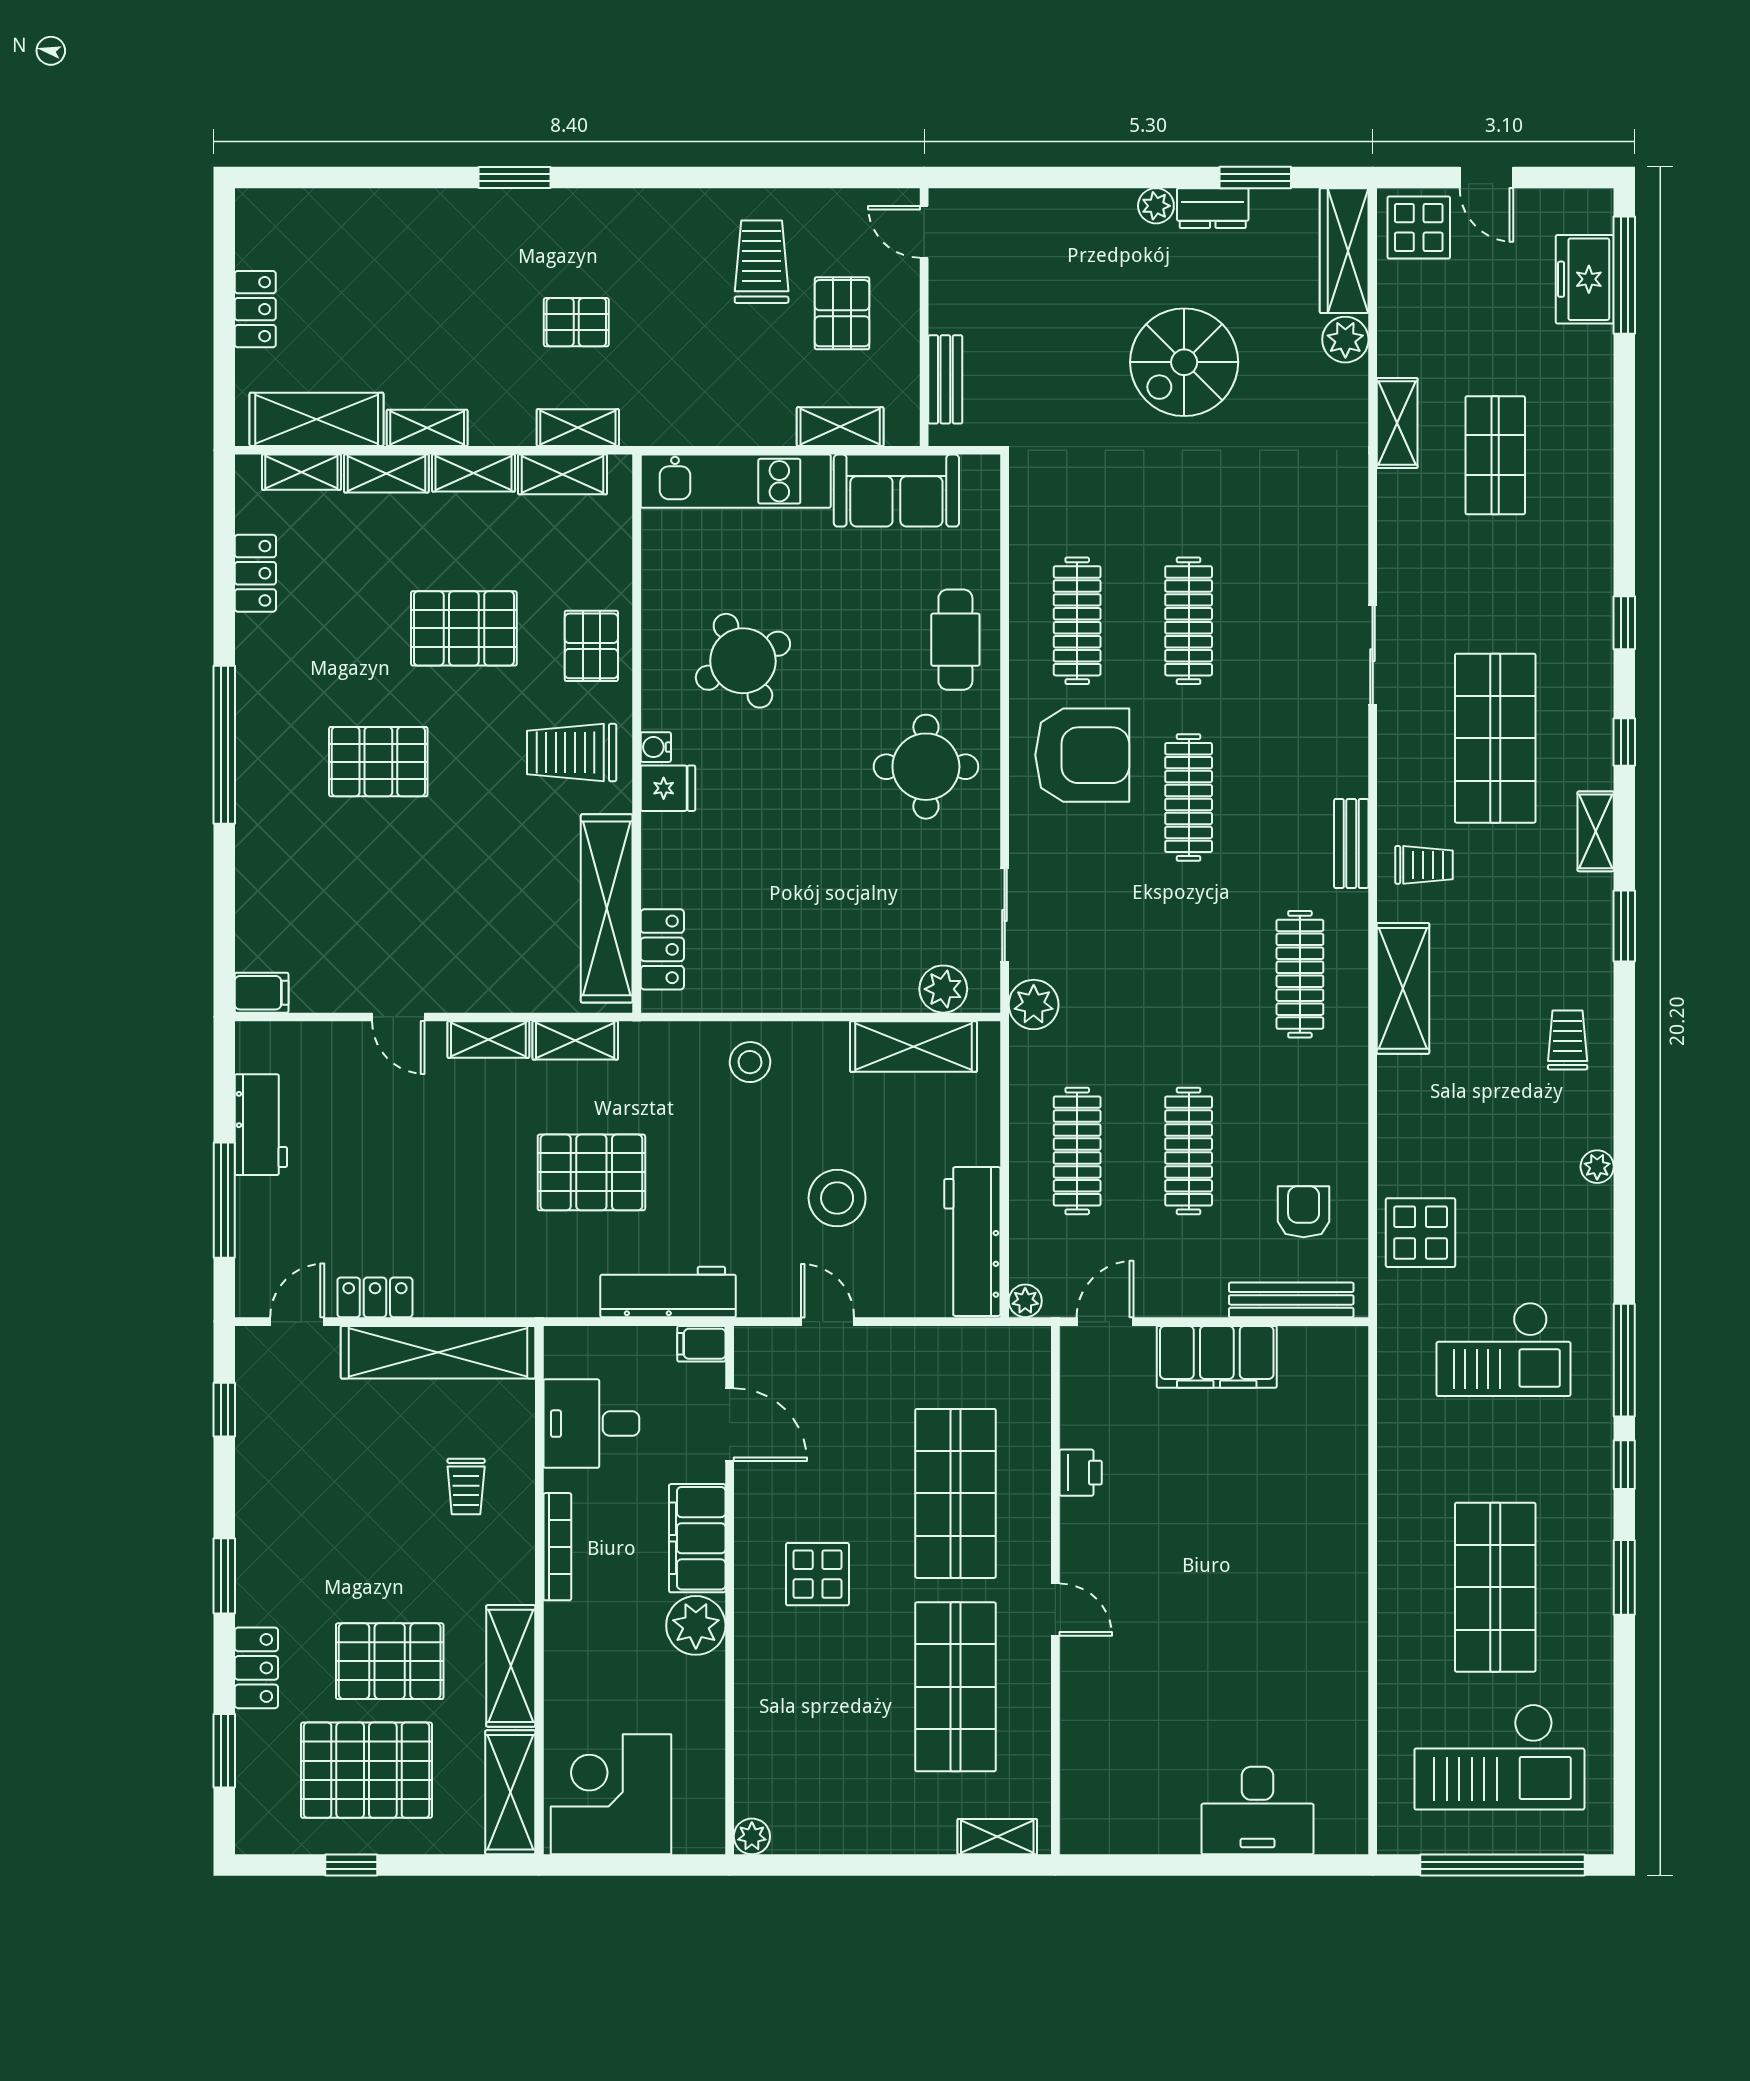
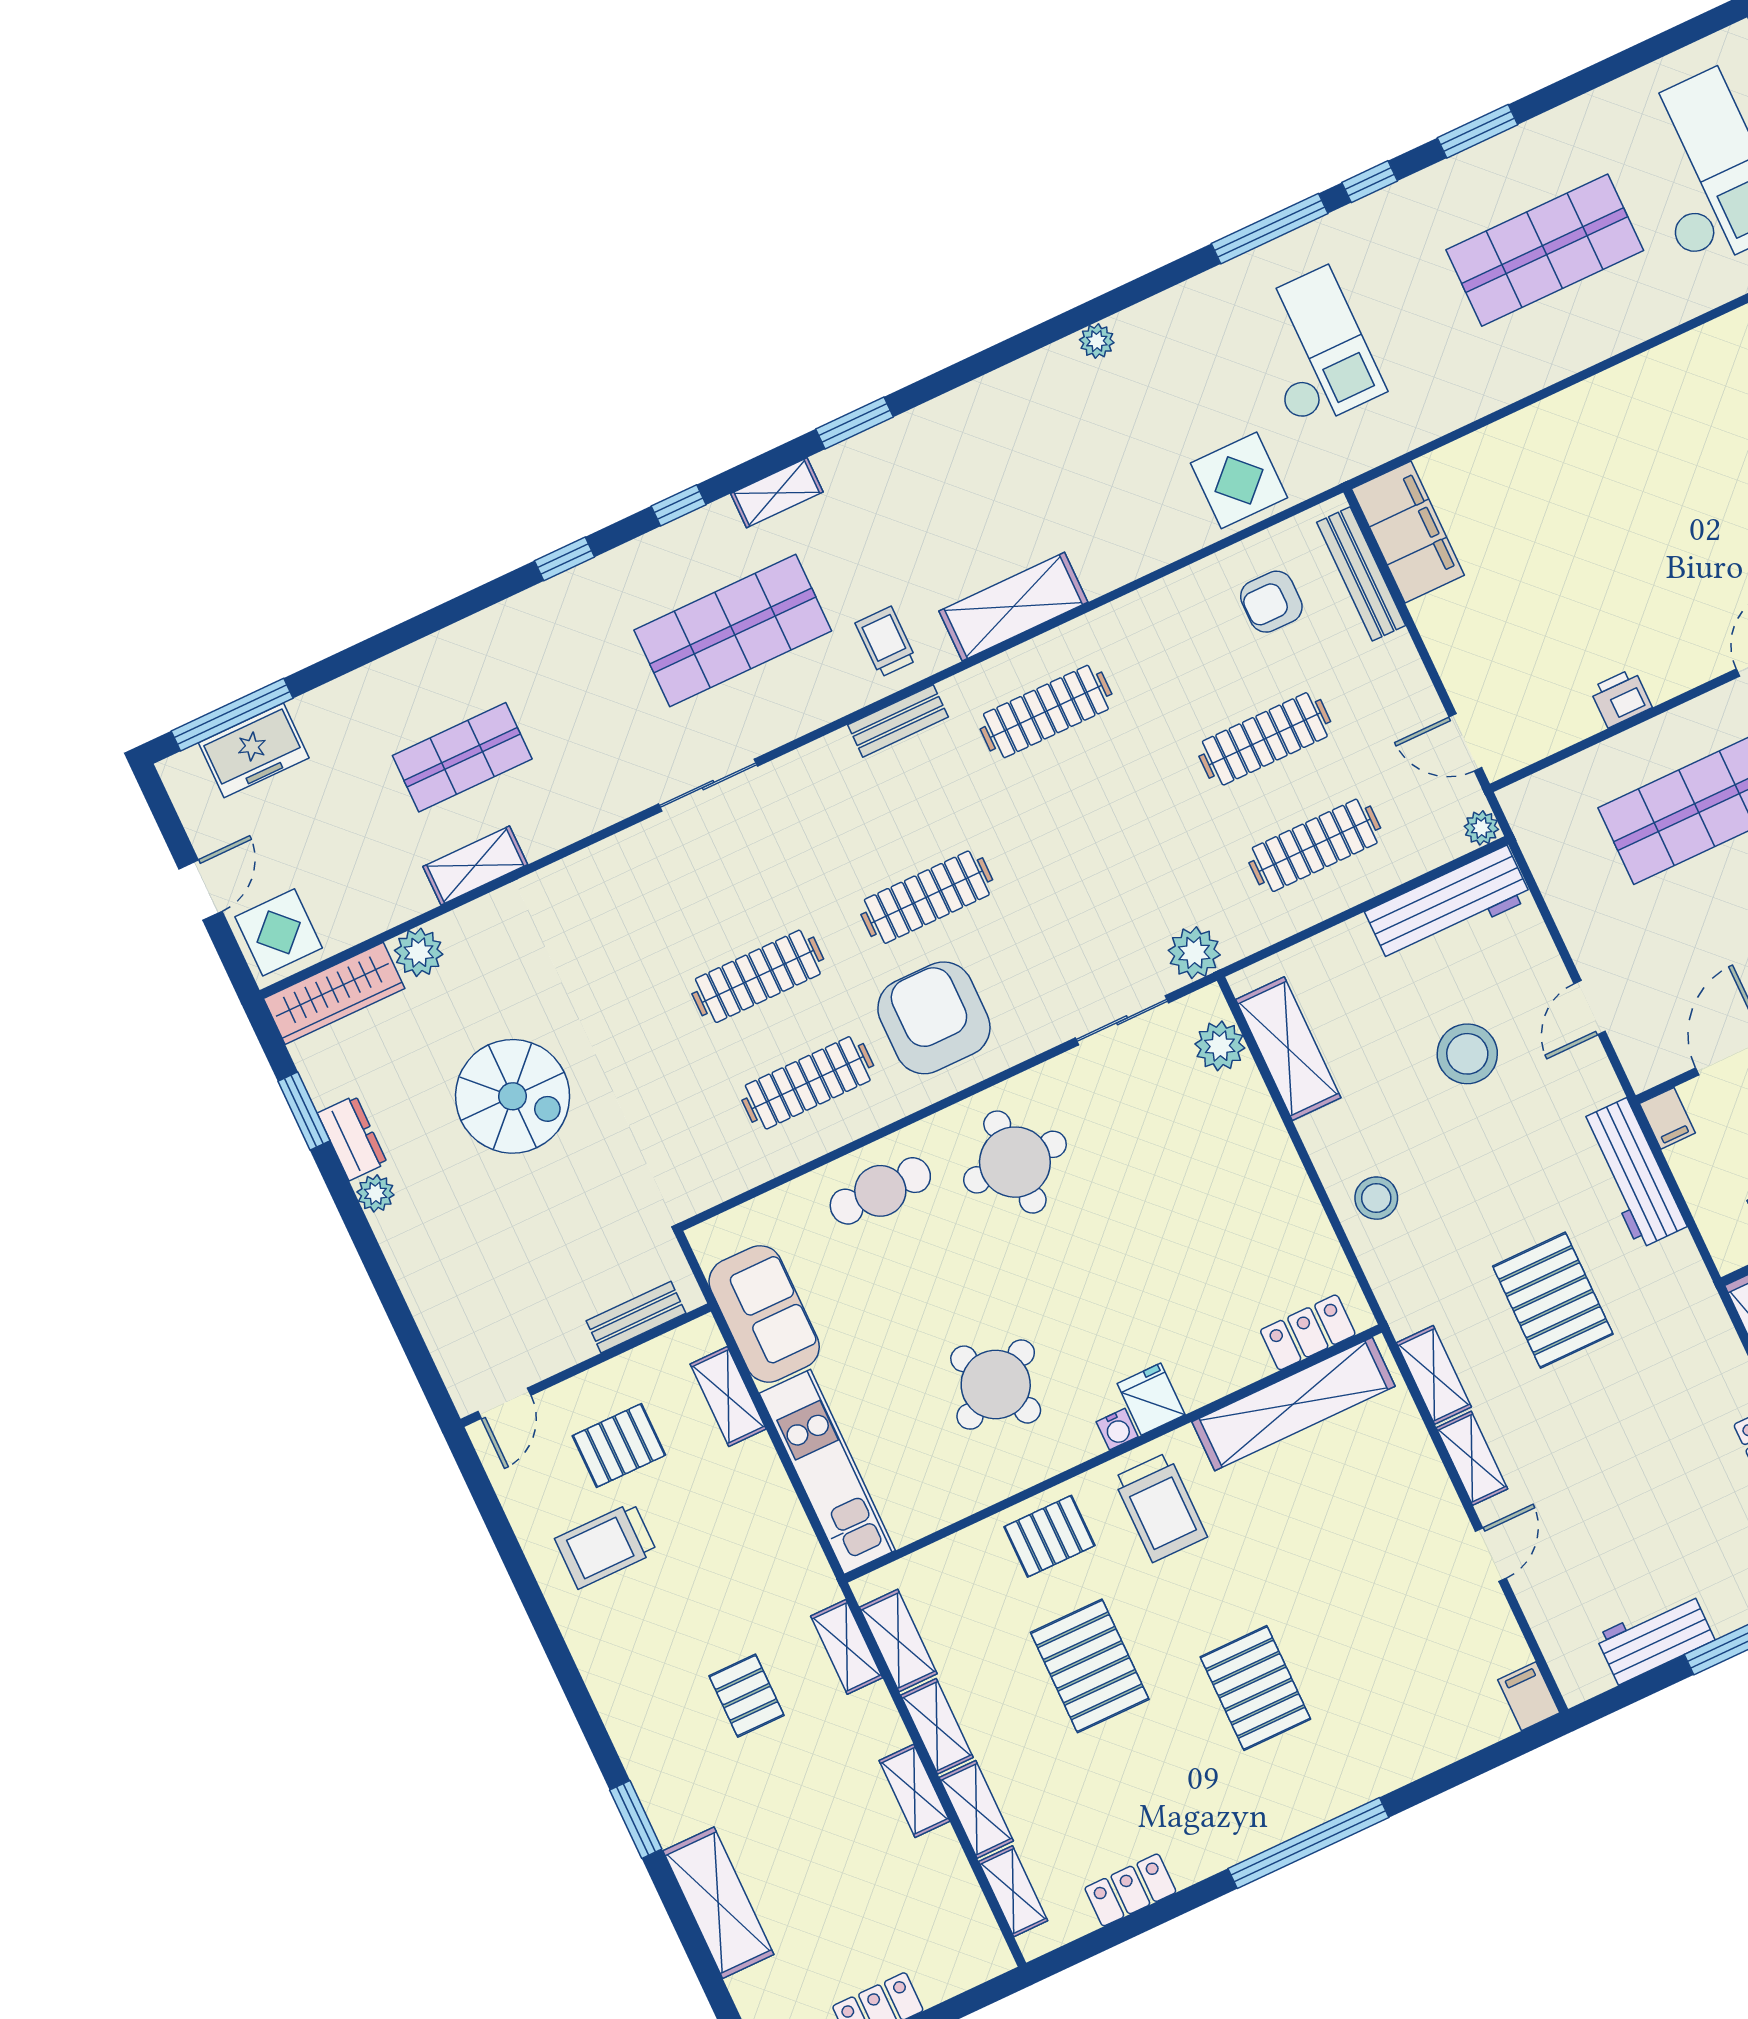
shelving: (317, 419) -> (718, 1903), moved
trolley: (1568, 1040) -> (989, 426), removed
filing cabinet: (1217, 1357) -> (1408, 532), moved

